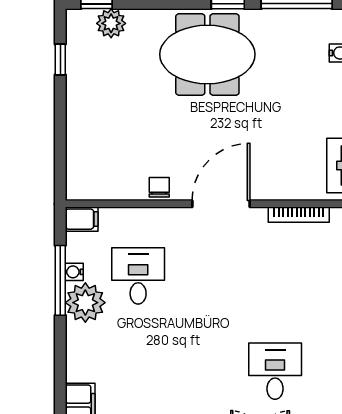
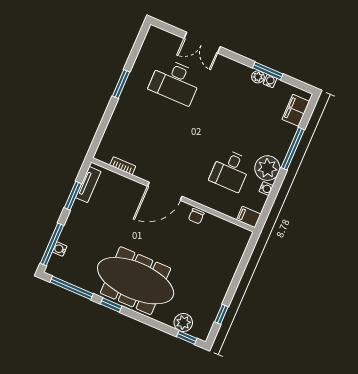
meeting table: (207, 54) -> (136, 281), width x1.36
bookcase: (299, 215) -> (123, 166), width x0.64
window: (60, 280) -> (293, 149), moved
desk: (275, 371) -> (175, 82), width x1.37

